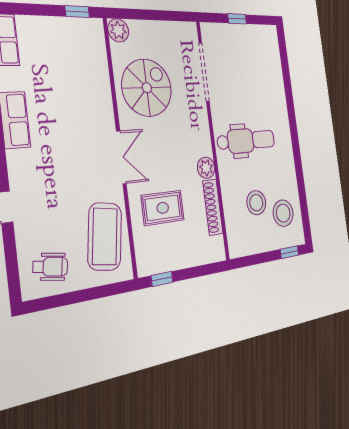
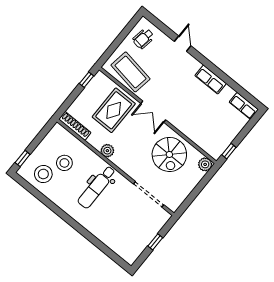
shoe rack: (213, 207) -> (75, 126), moved
rug: (163, 208) -> (114, 110), width x1.36, depth x1.43

